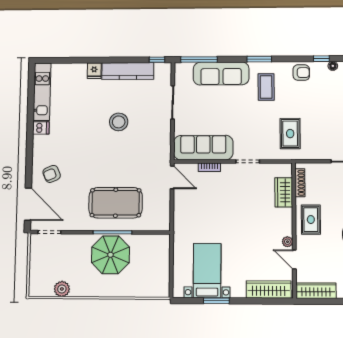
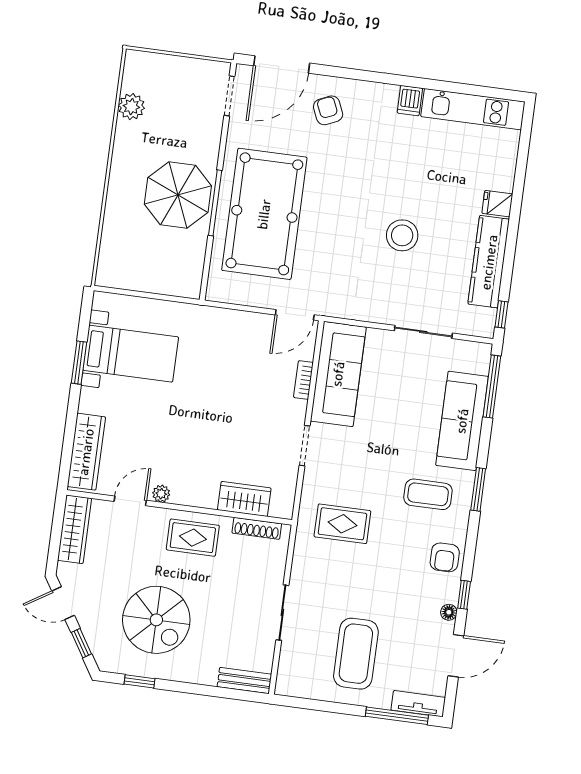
pool table: (116, 203) -> (264, 214), width x1.36, depth x1.32

